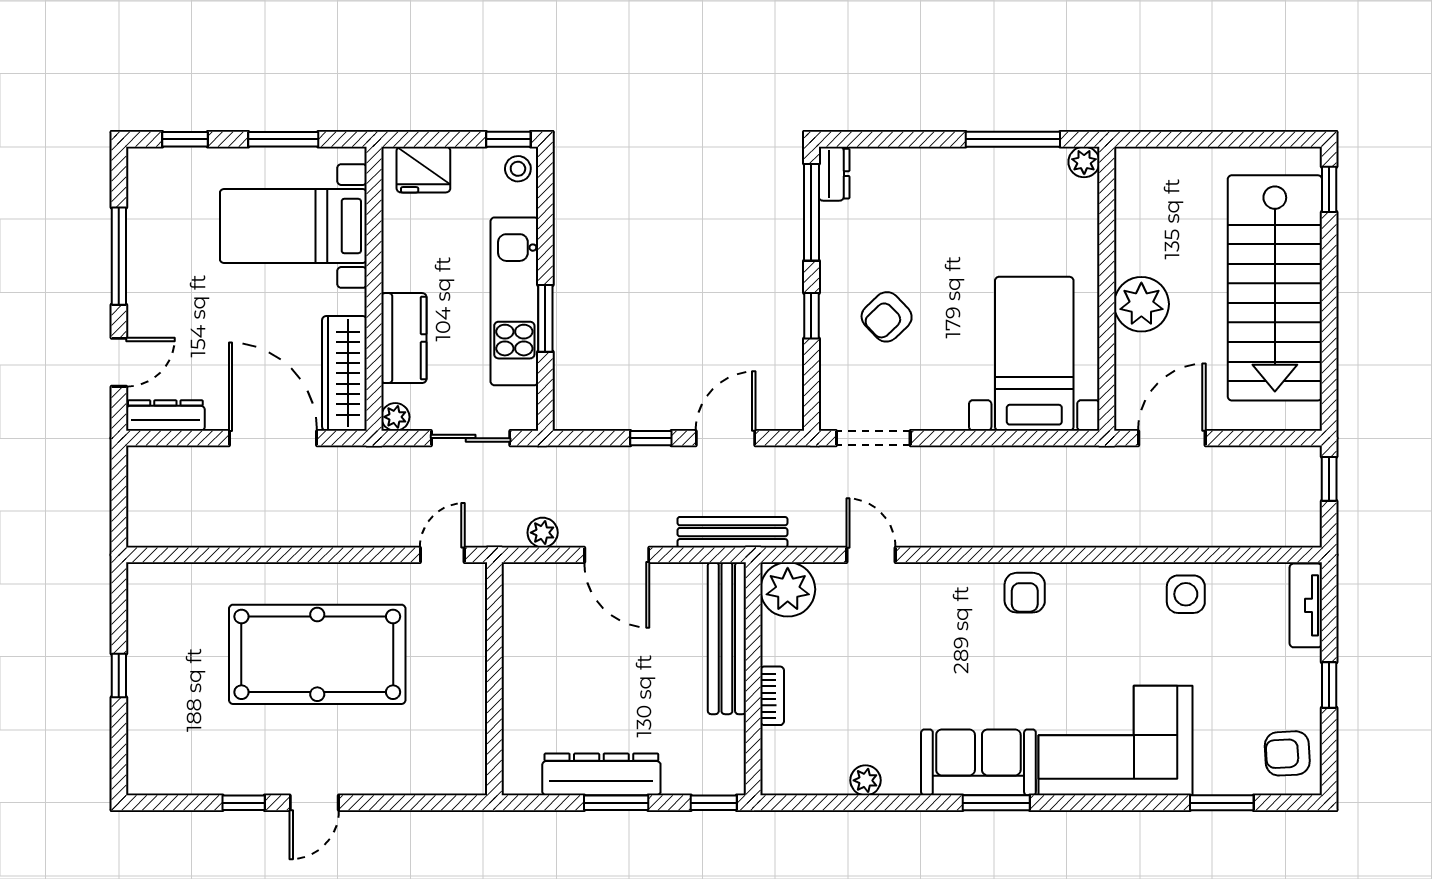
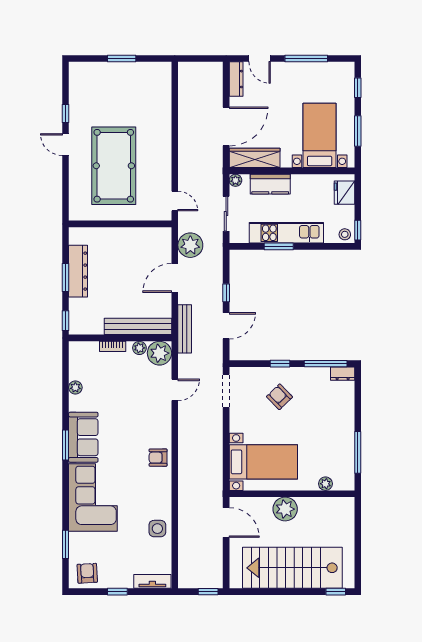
plant: (1084, 162) -> (325, 484), moved
door: (726, 438) -> (226, 326), hinge flipped
plant: (543, 533) -> (190, 245), width x1.88, depth x1.88
plant: (776, 635) -> (139, 348), added
pool table: (317, 654) -> (114, 166), moved
window: (119, 675) -> (122, 59), width x1.50

